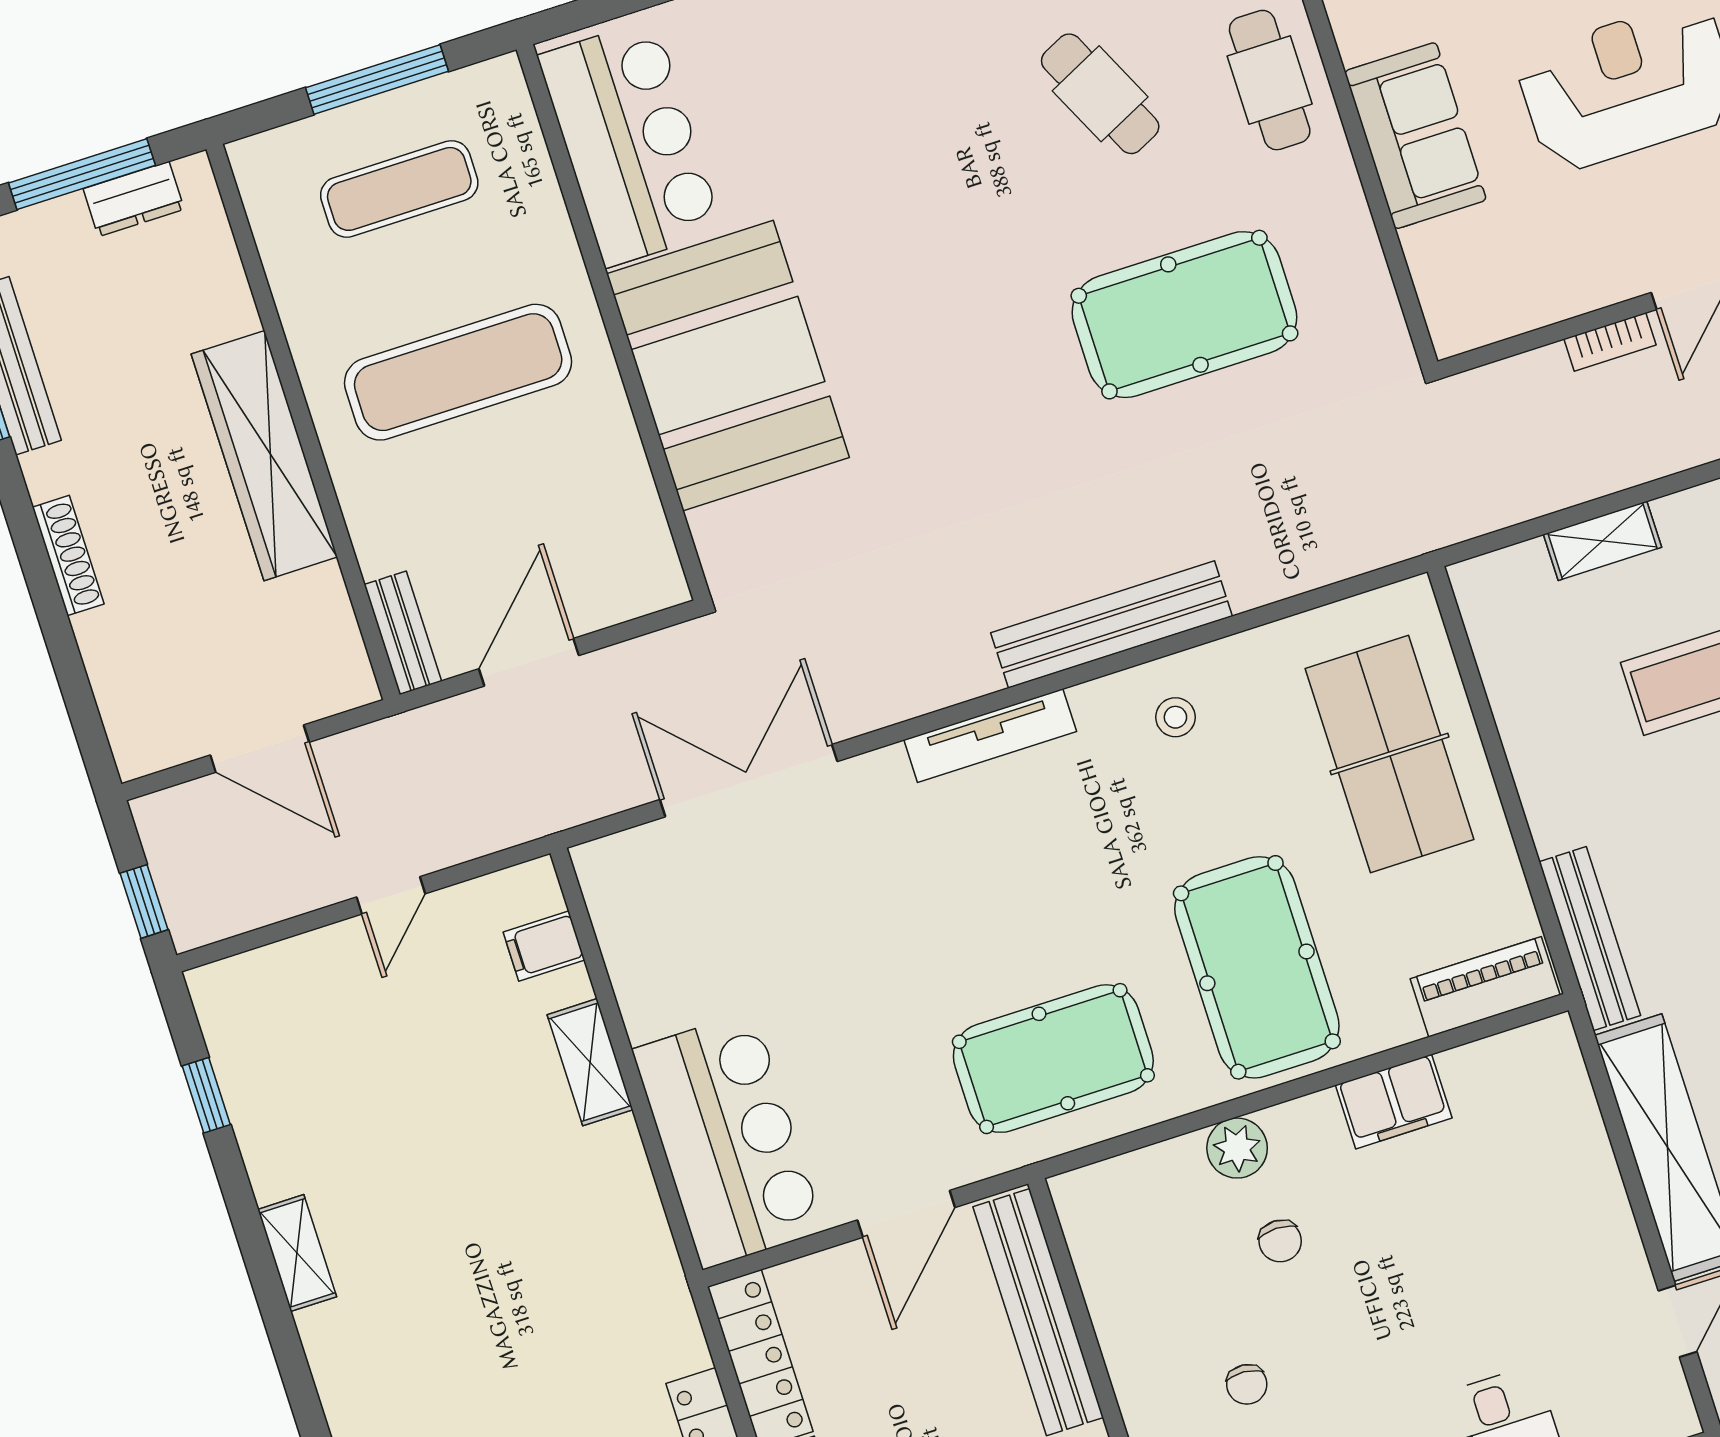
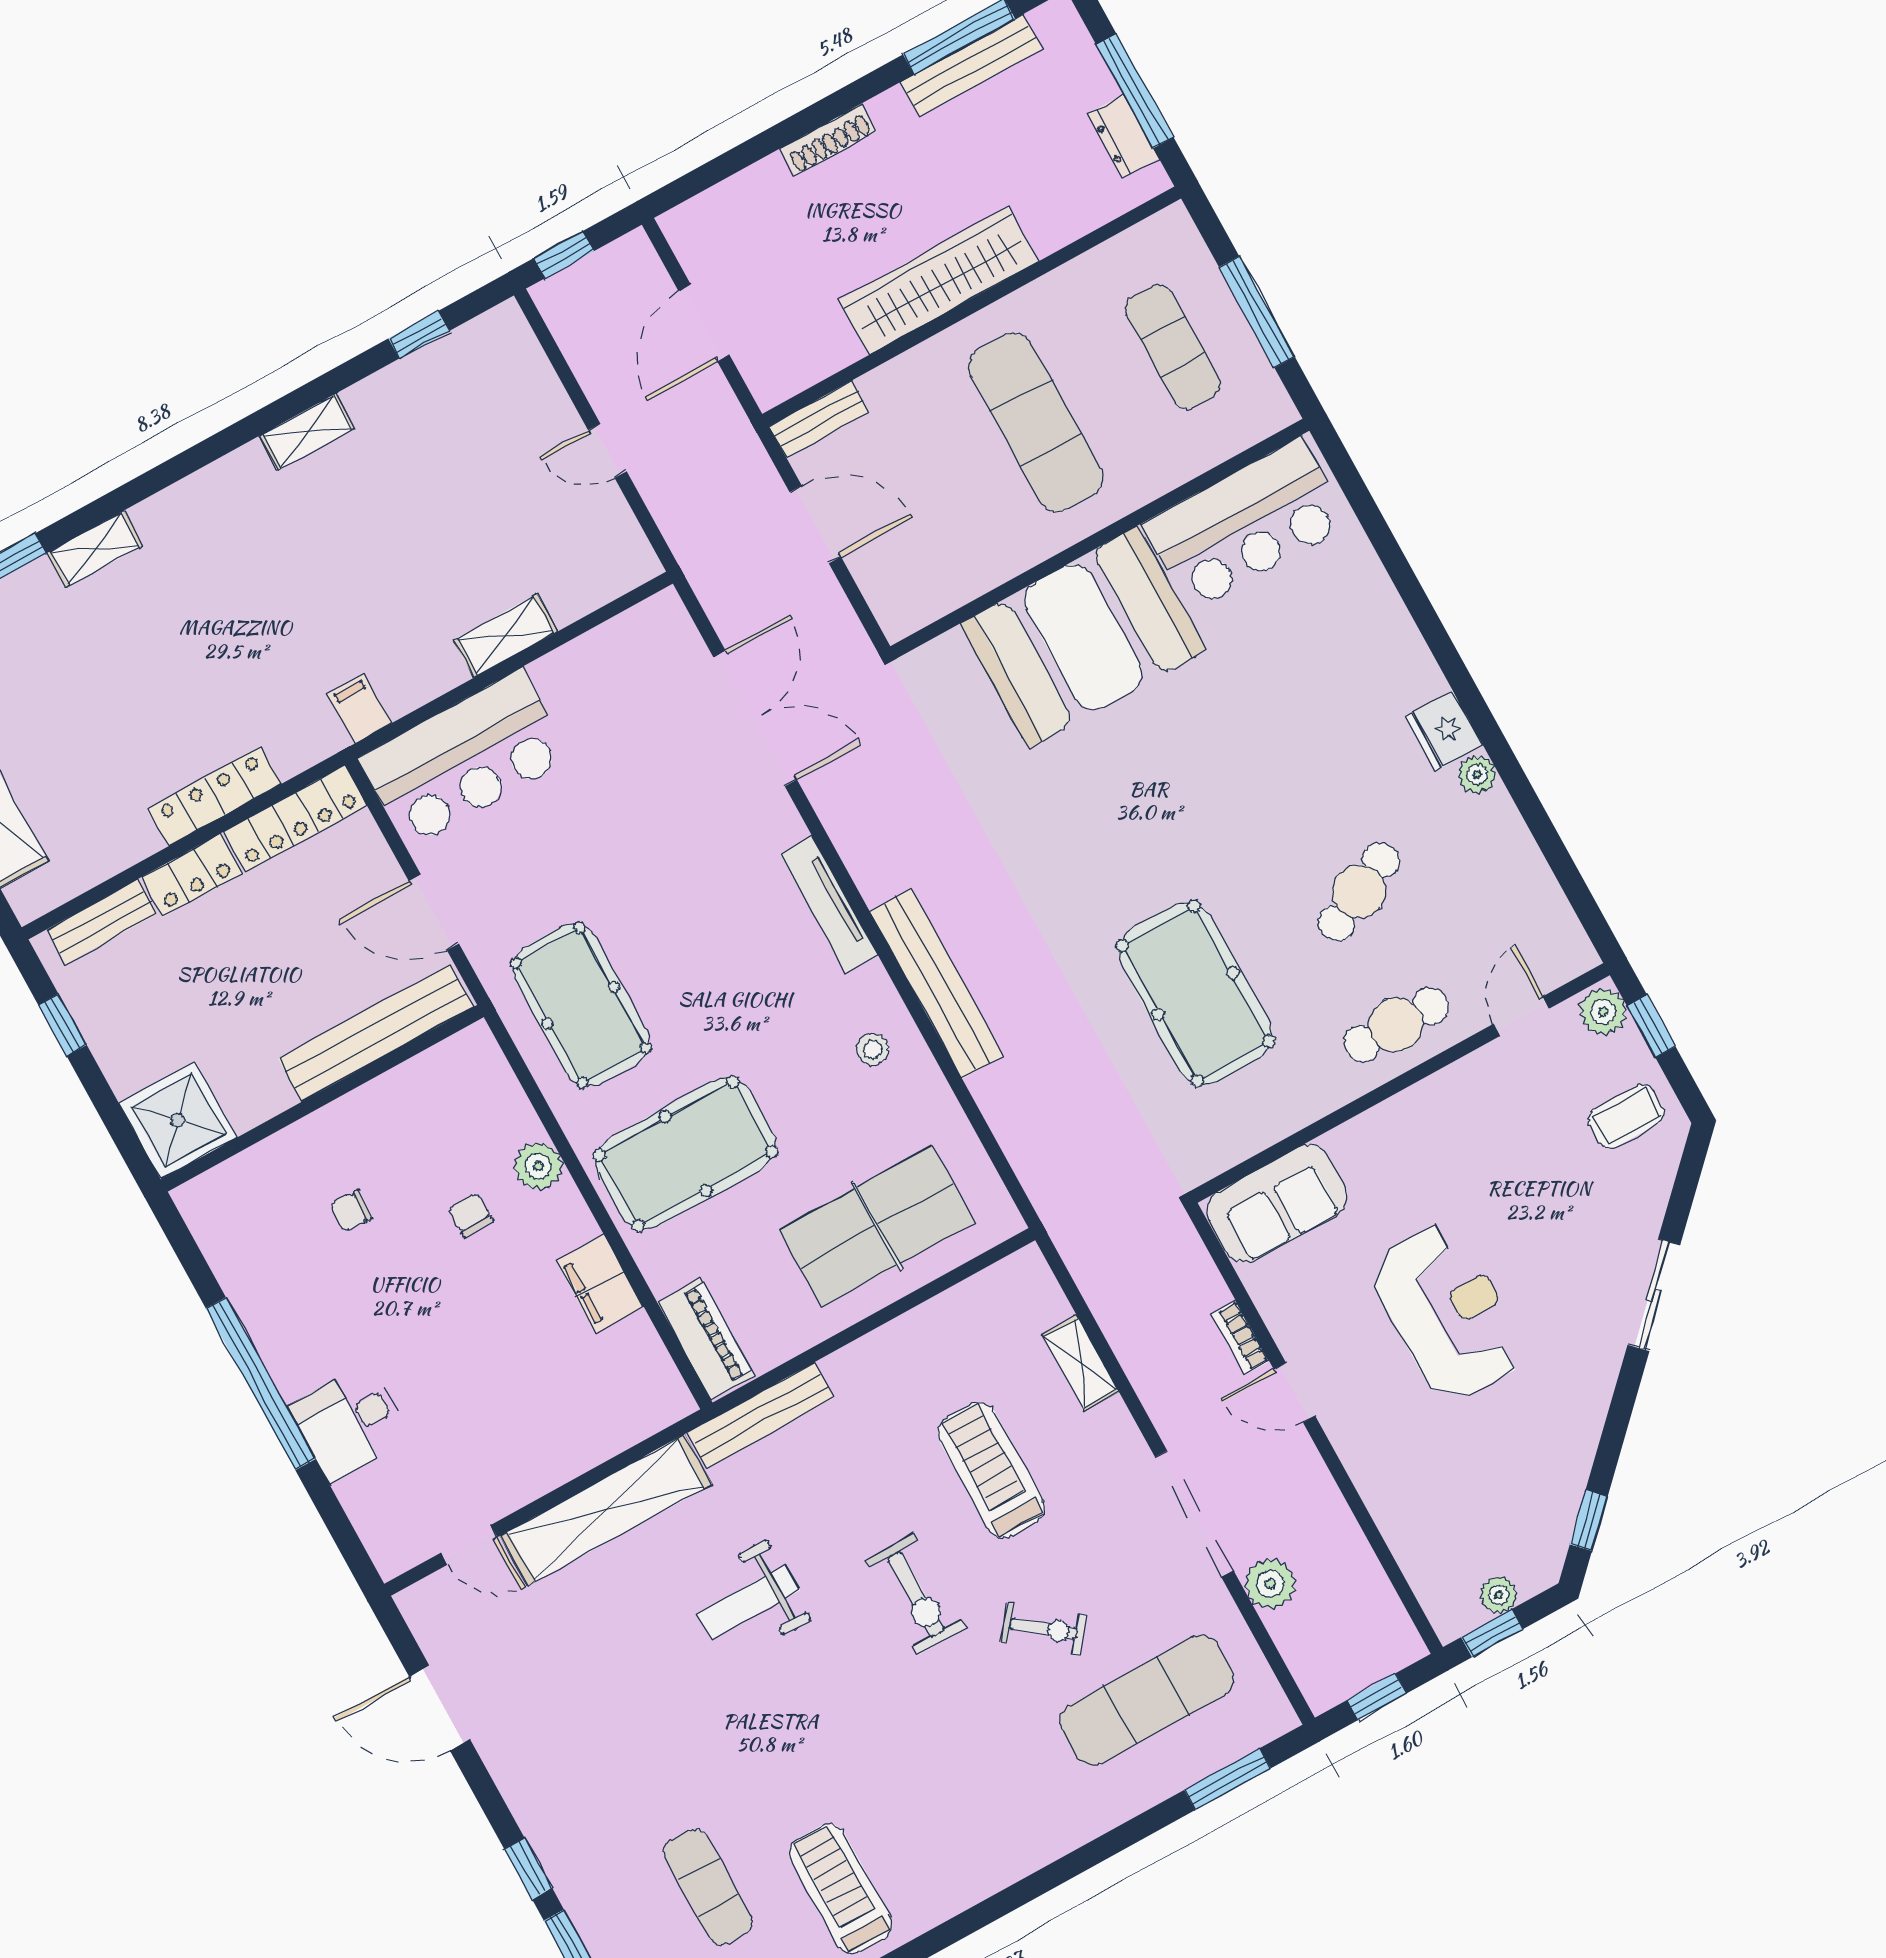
sofa: (1415, 136) -> (1277, 1204), moved
filing cabinet: (544, 946) -> (359, 709), moved
chair: (1280, 1241) -> (471, 1215), turned 90

